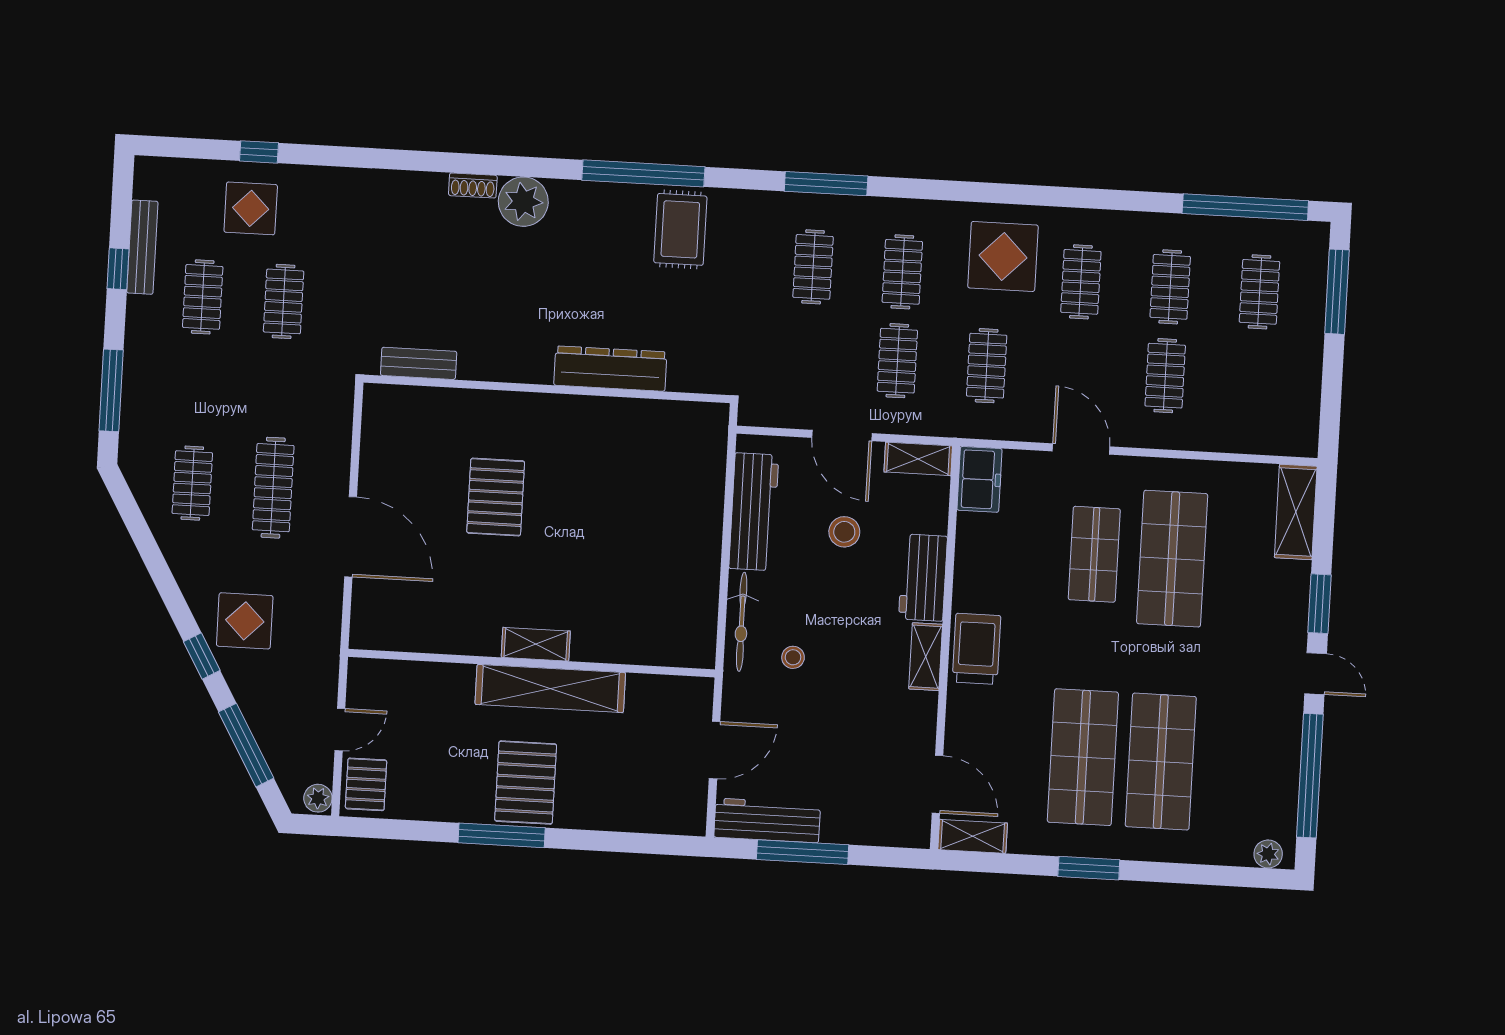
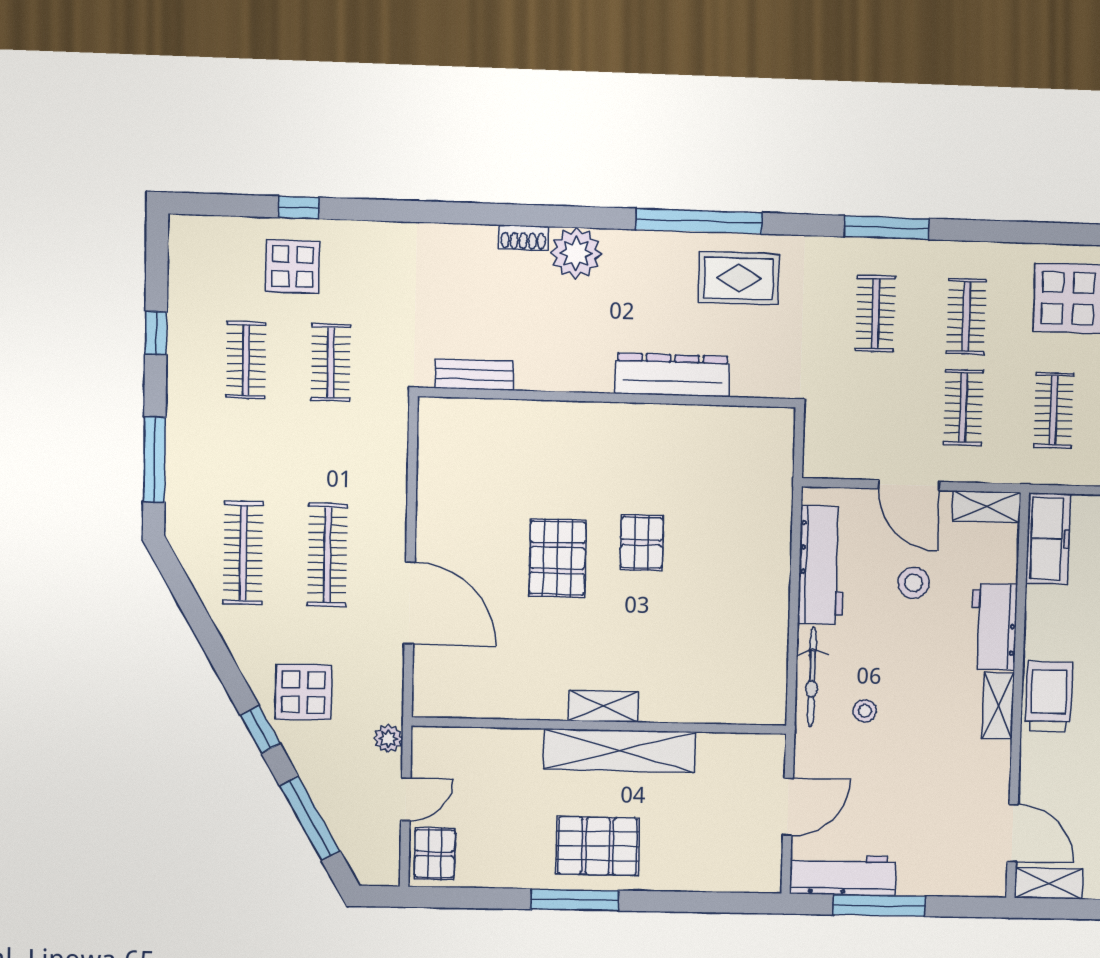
rug: (680, 229) -> (739, 278), turned 90
bench: (142, 247) -> (181, 310), removed
bench: (419, 363) -> (474, 375), moved
dresser: (610, 369) -> (672, 375), moved
wall: (547, 389) -> (608, 398), moved
freezer: (979, 479) -> (1048, 539), width x1.40
clothes rail: (192, 483) -> (243, 553), width x1.36
pallet: (578, 484) -> (642, 543), added
pallet: (526, 783) -> (597, 846), turned 90
plant: (318, 798) -> (388, 739), moved

